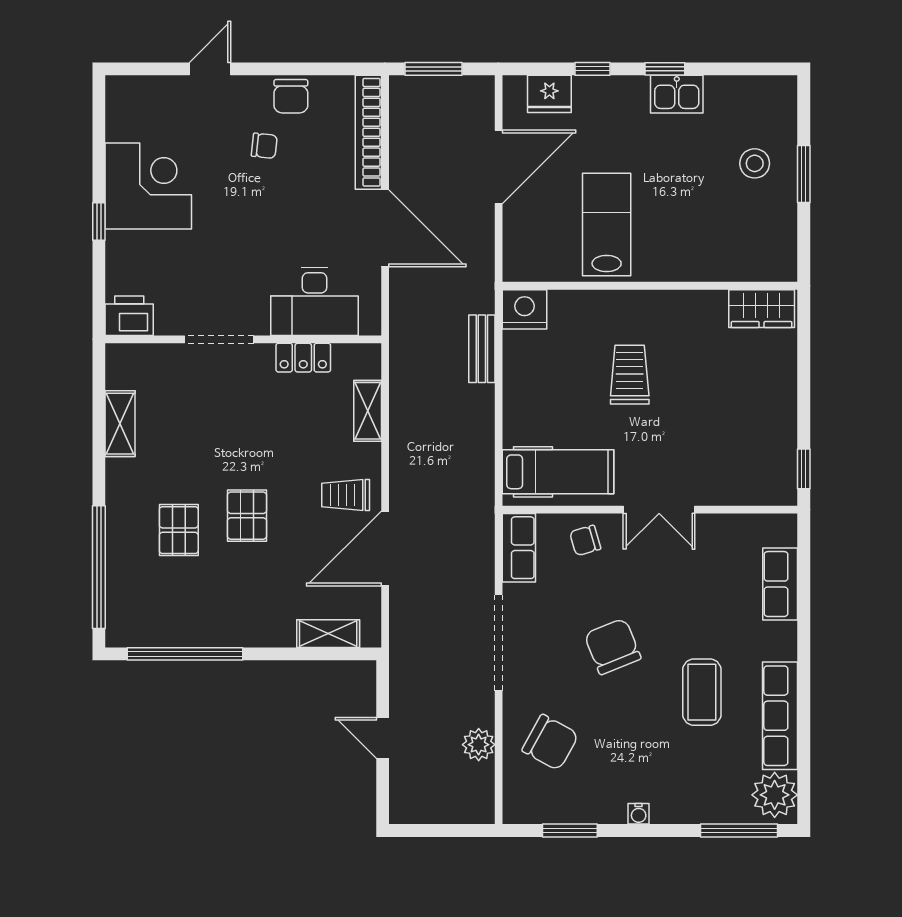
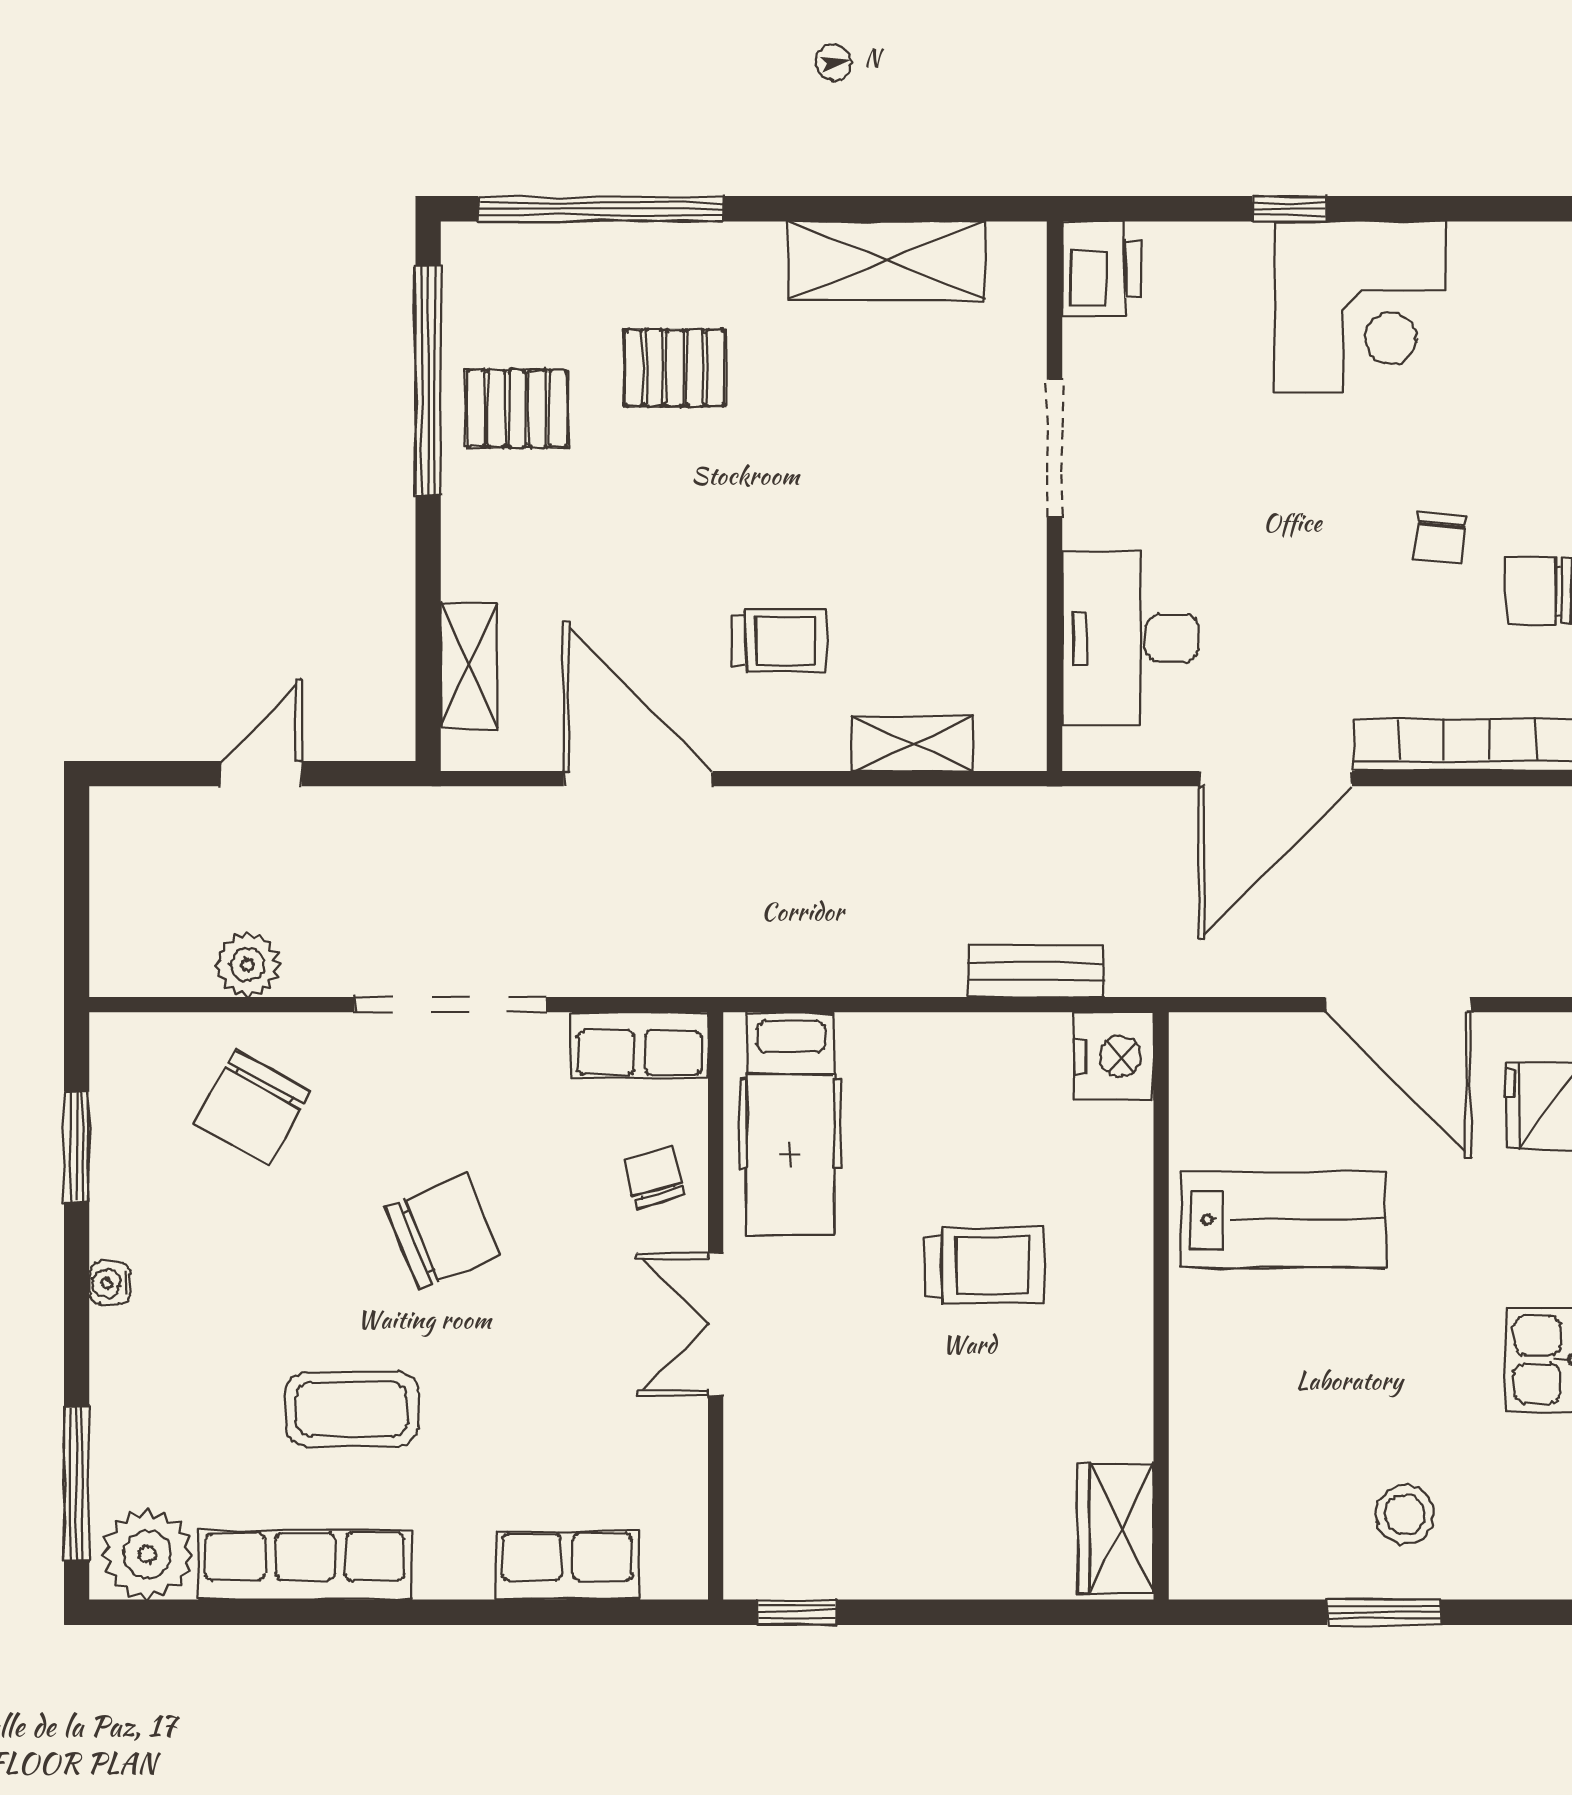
locker: (303, 358) -> (1018, 616), removed
shelving: (120, 424) -> (887, 261), width x1.50, depth x1.33
trolley: (346, 495) -> (779, 641), moved, turned 90
pallet: (247, 516) -> (517, 409), moved

